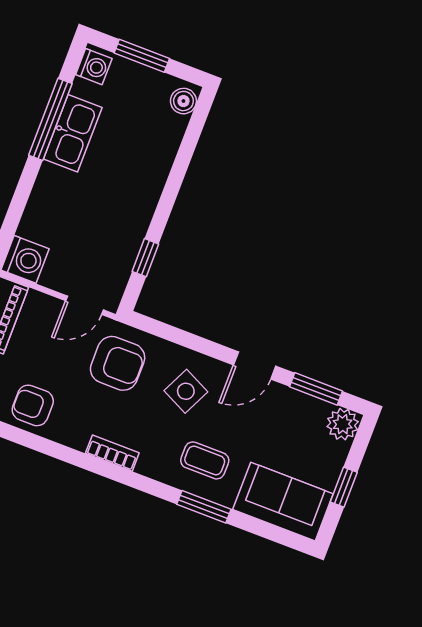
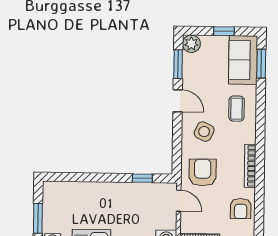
boiler: (183, 101) -> (54, 188), removed
bookcase: (112, 453) -> (250, 166), width x1.56
window: (204, 507) -> (261, 64), moved

